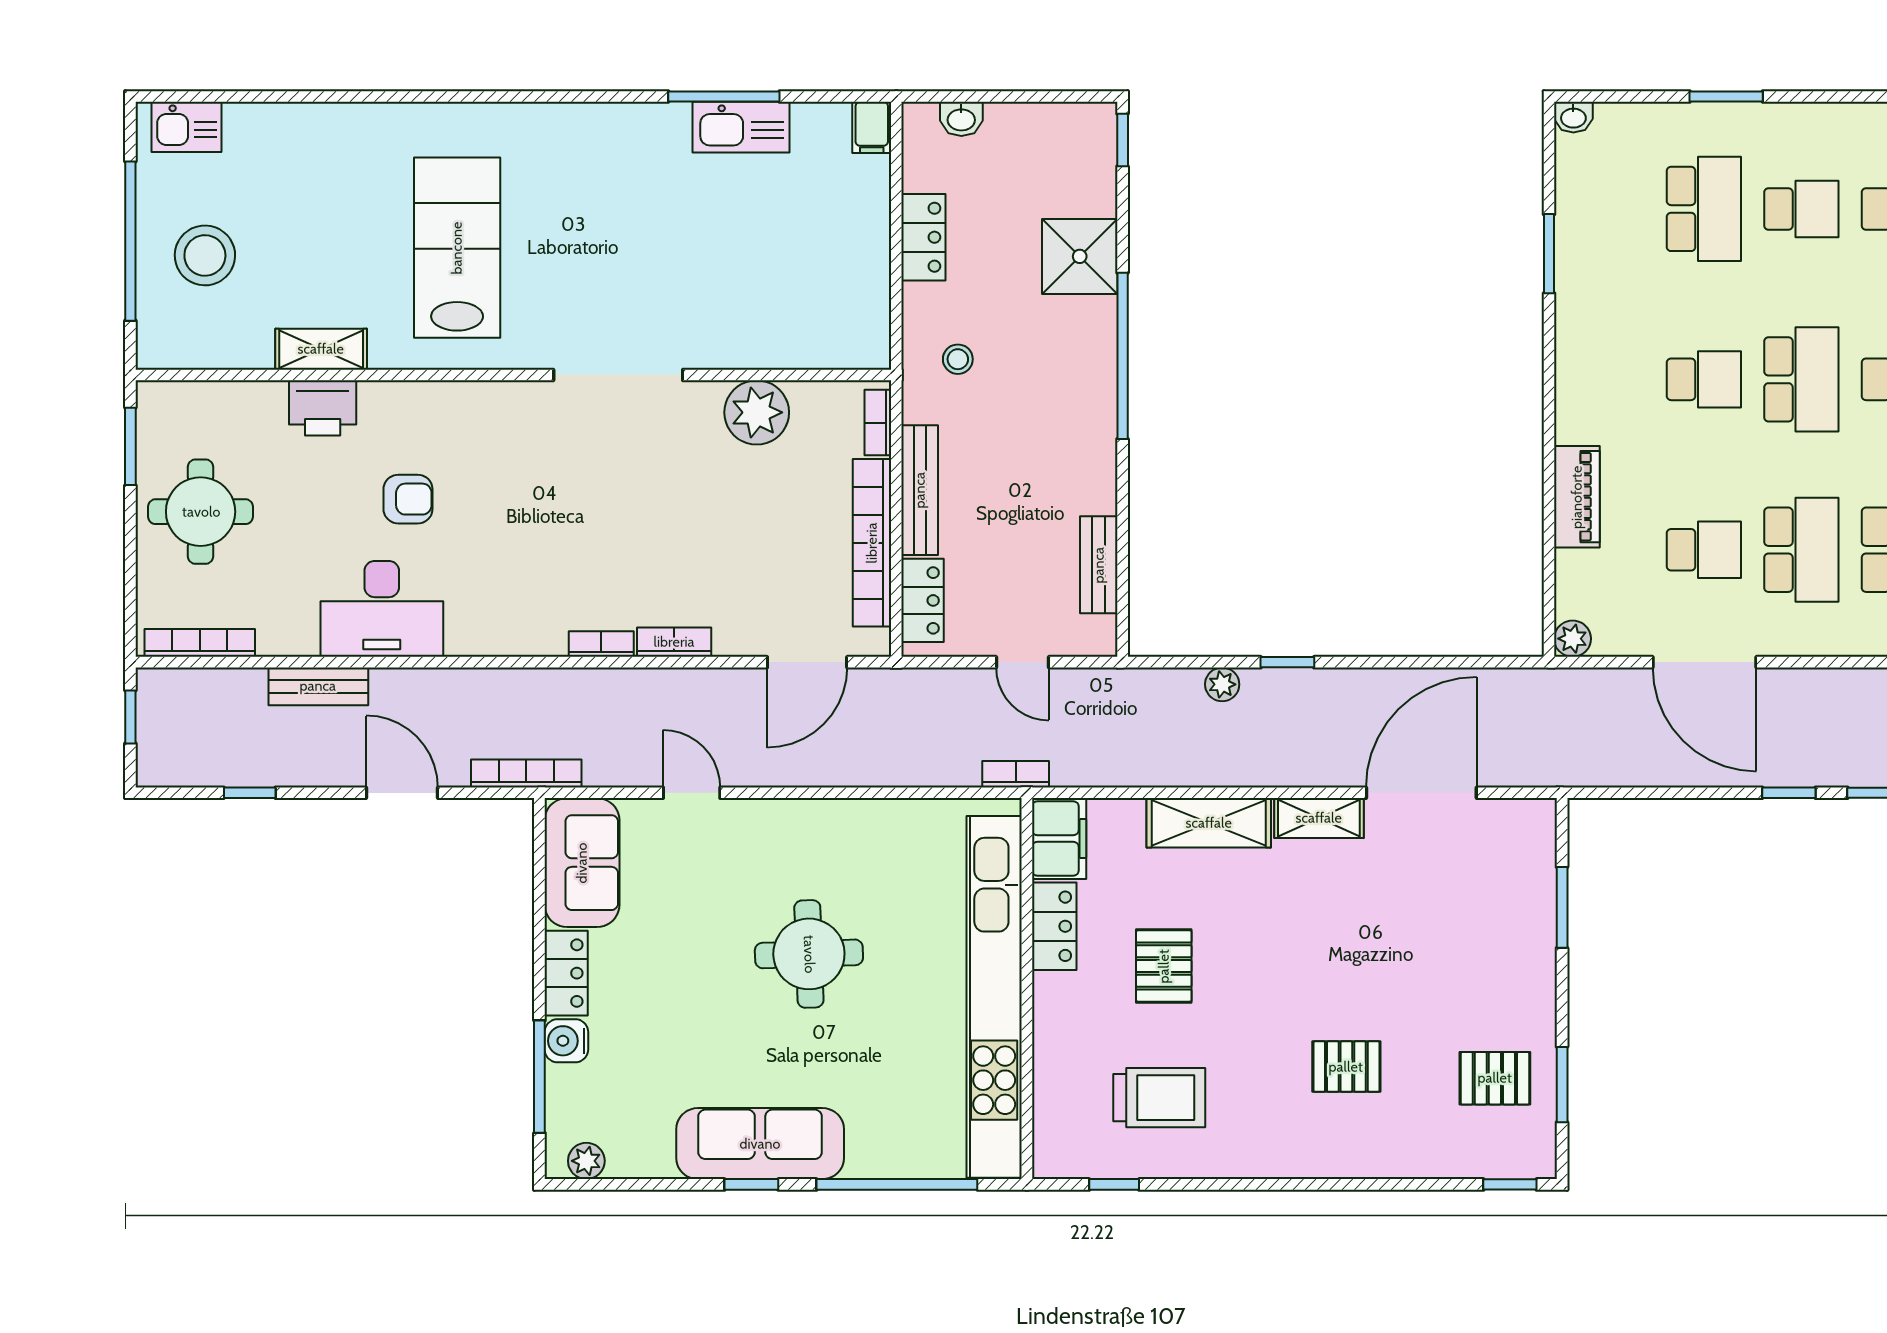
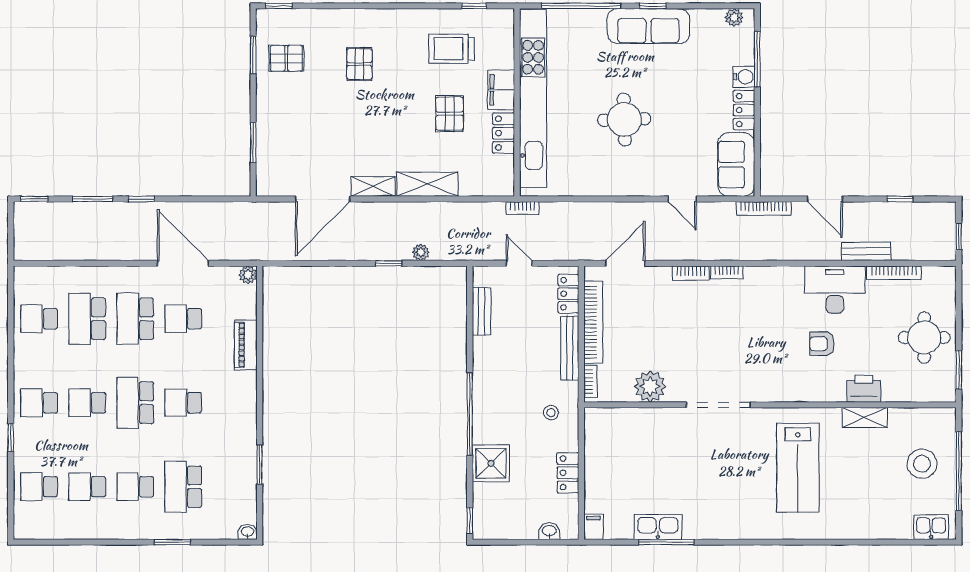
bookcase: (200, 643) -> (894, 273), moved
filing cabinet: (1059, 838) -> (501, 90), moved
pallet: (1346, 1067) -> (359, 64), turned 90

